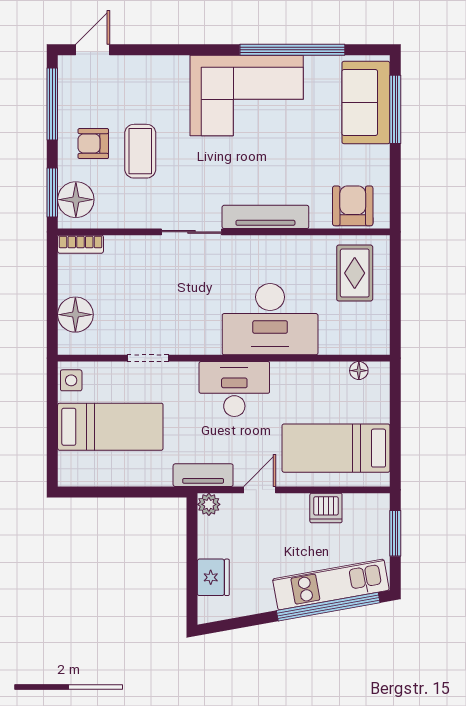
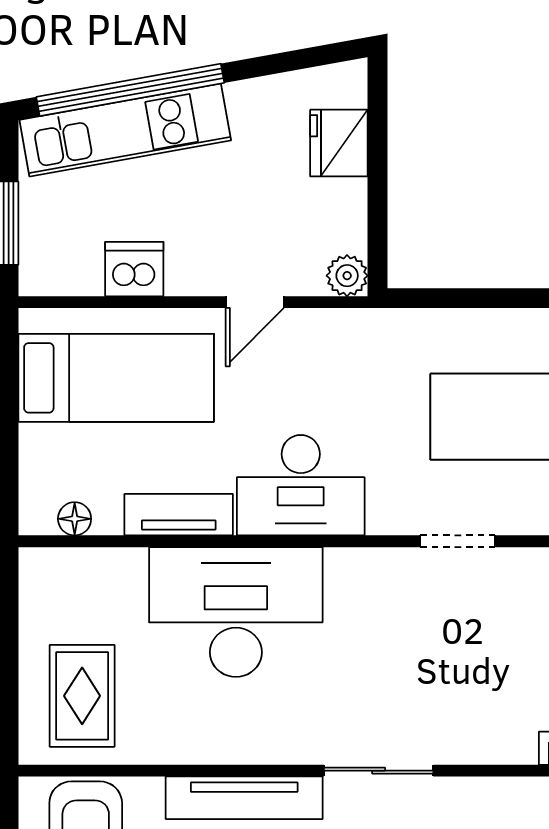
tv unit: (203, 475) -> (179, 515), moved, turned 180

